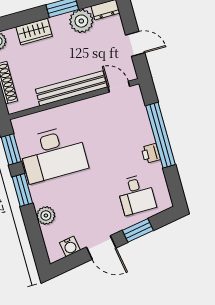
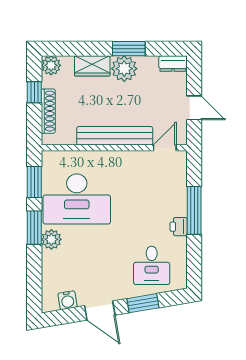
plant: (81, 21) -> (124, 69), moved
door: (119, 87) -> (165, 148), hinge flipped
window: (161, 135) -> (194, 210), width x0.68
plant: (46, 215) -> (51, 239), moved

